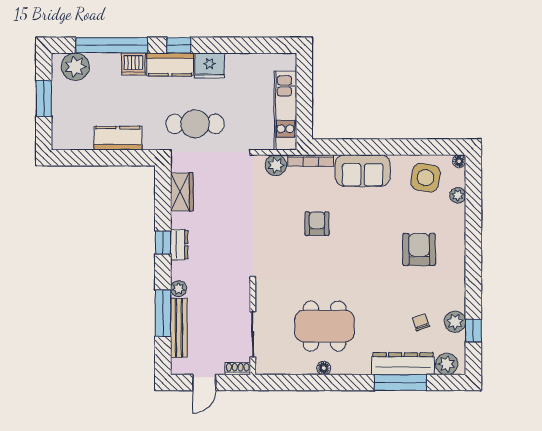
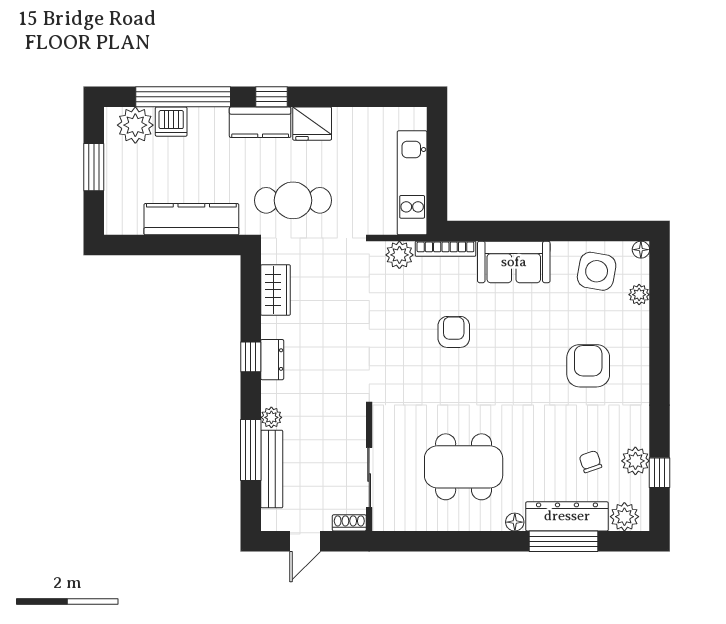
dishwasher: (133, 64) -> (171, 122), moved
kitchen counter: (118, 138) -> (191, 219), width x1.50
floor lamp: (324, 368) -> (515, 522), moved

